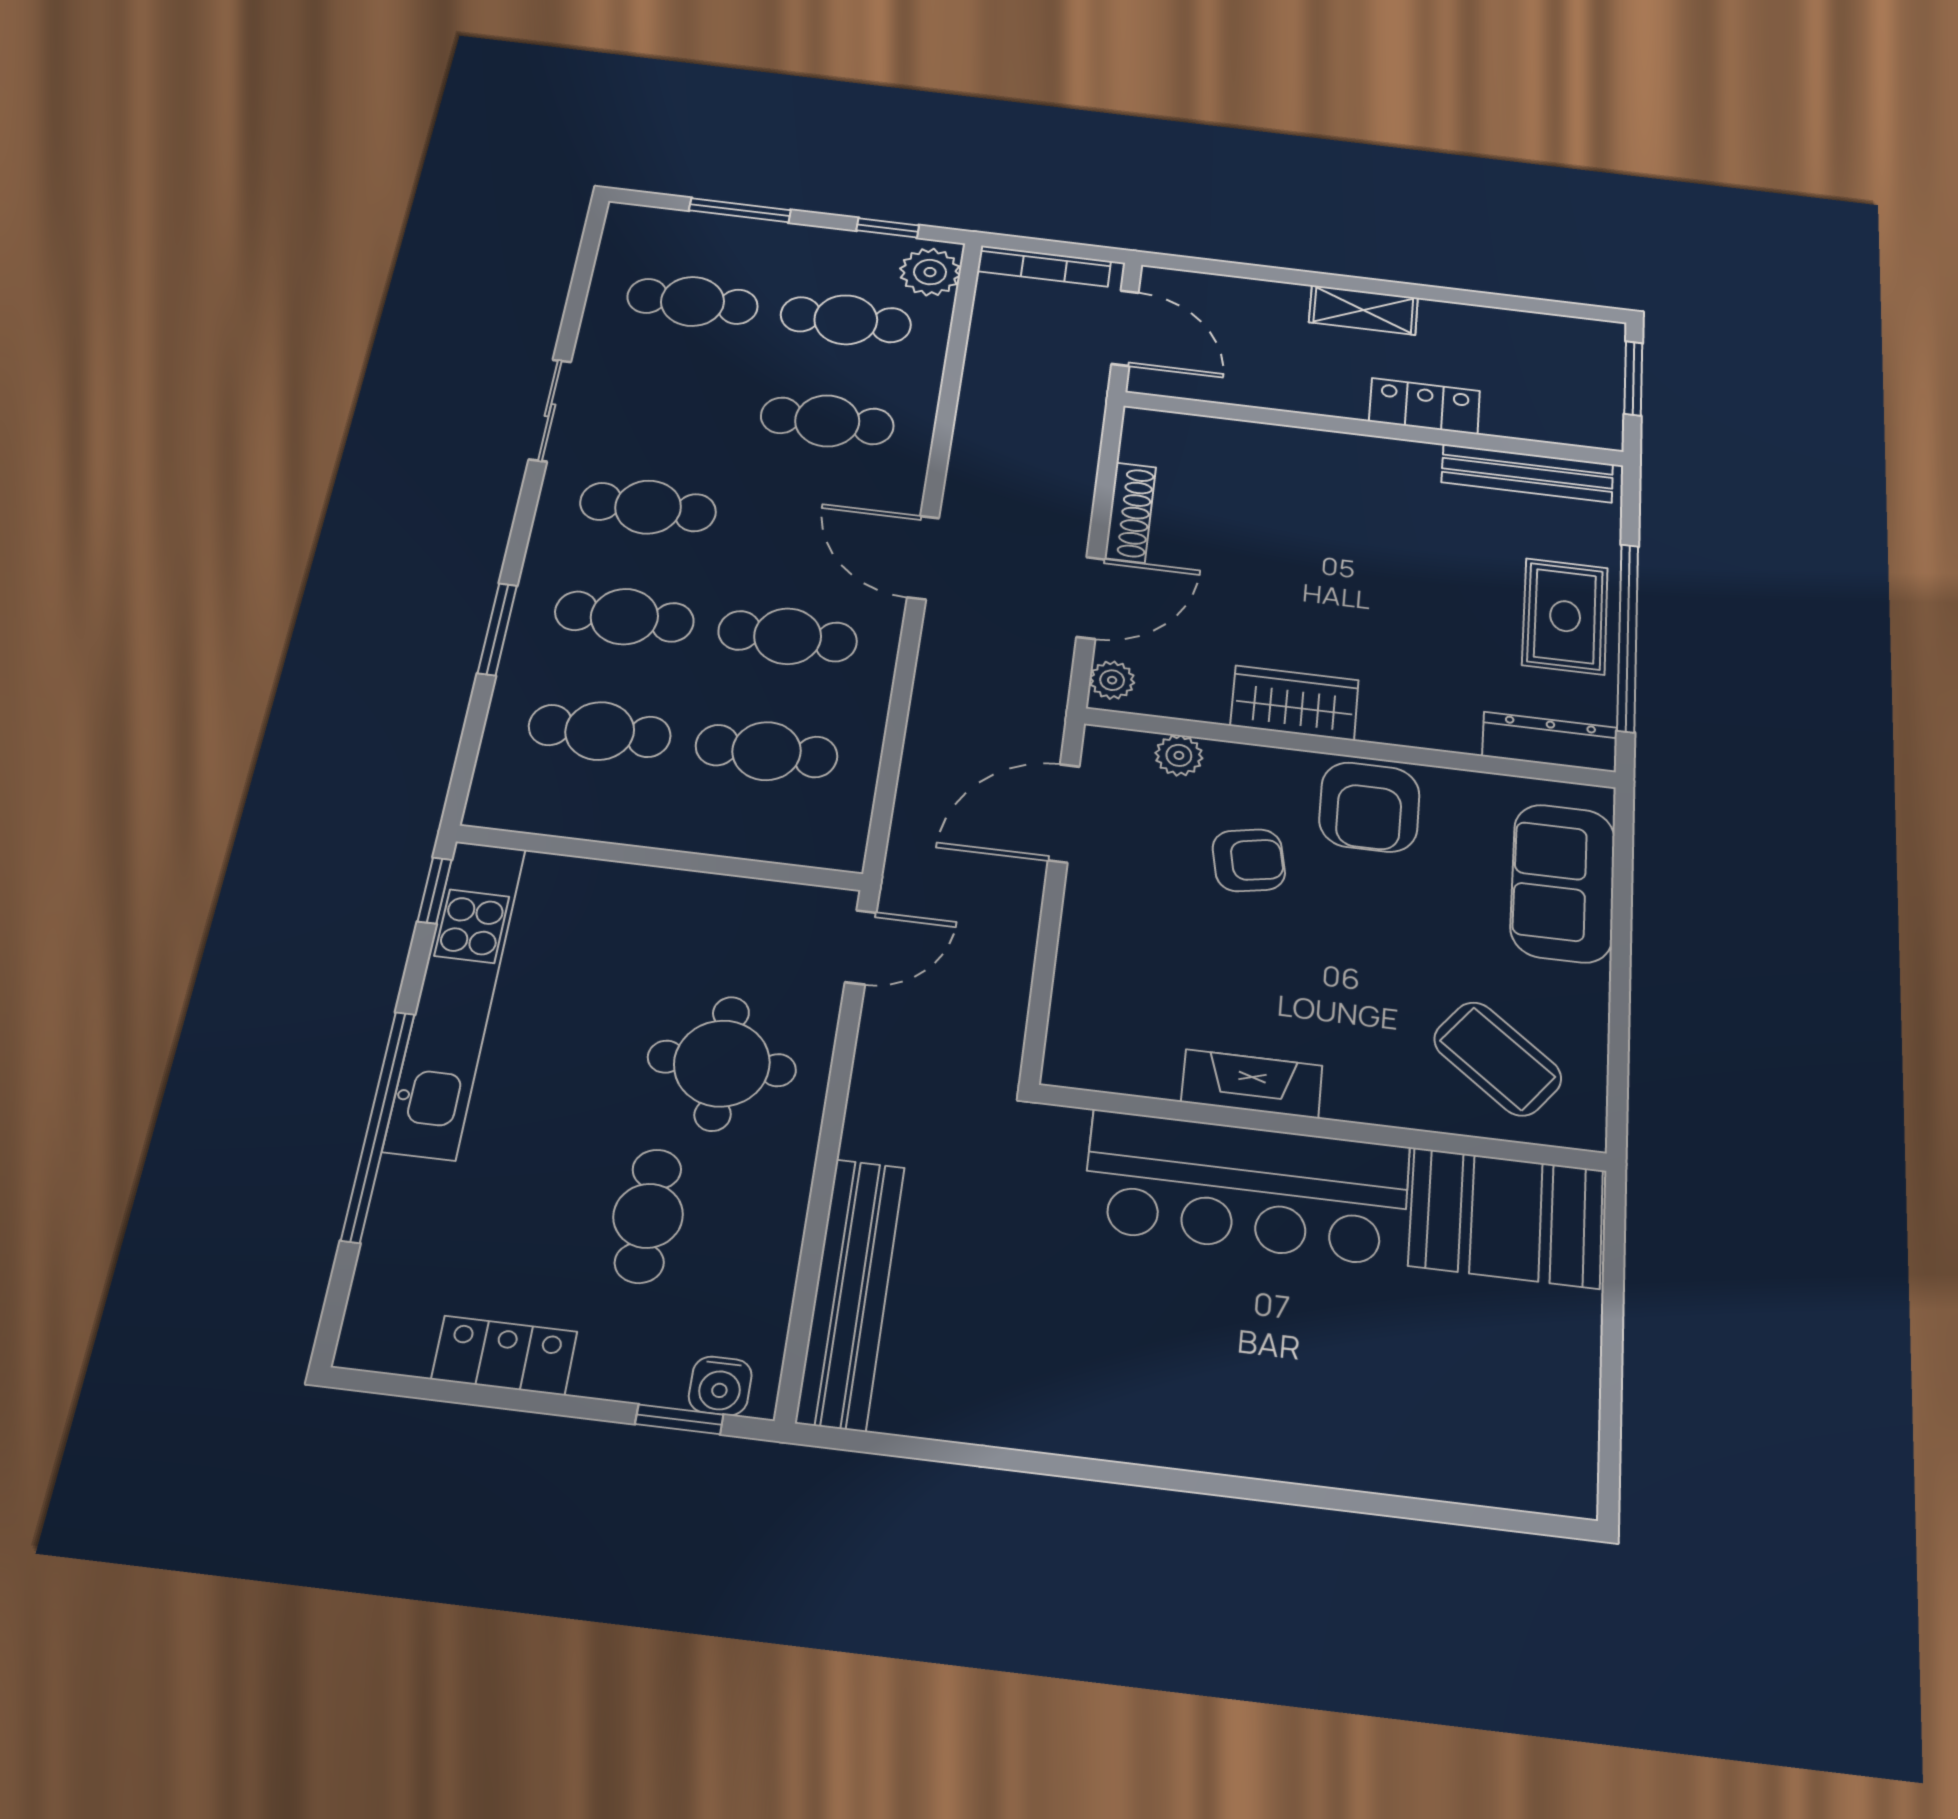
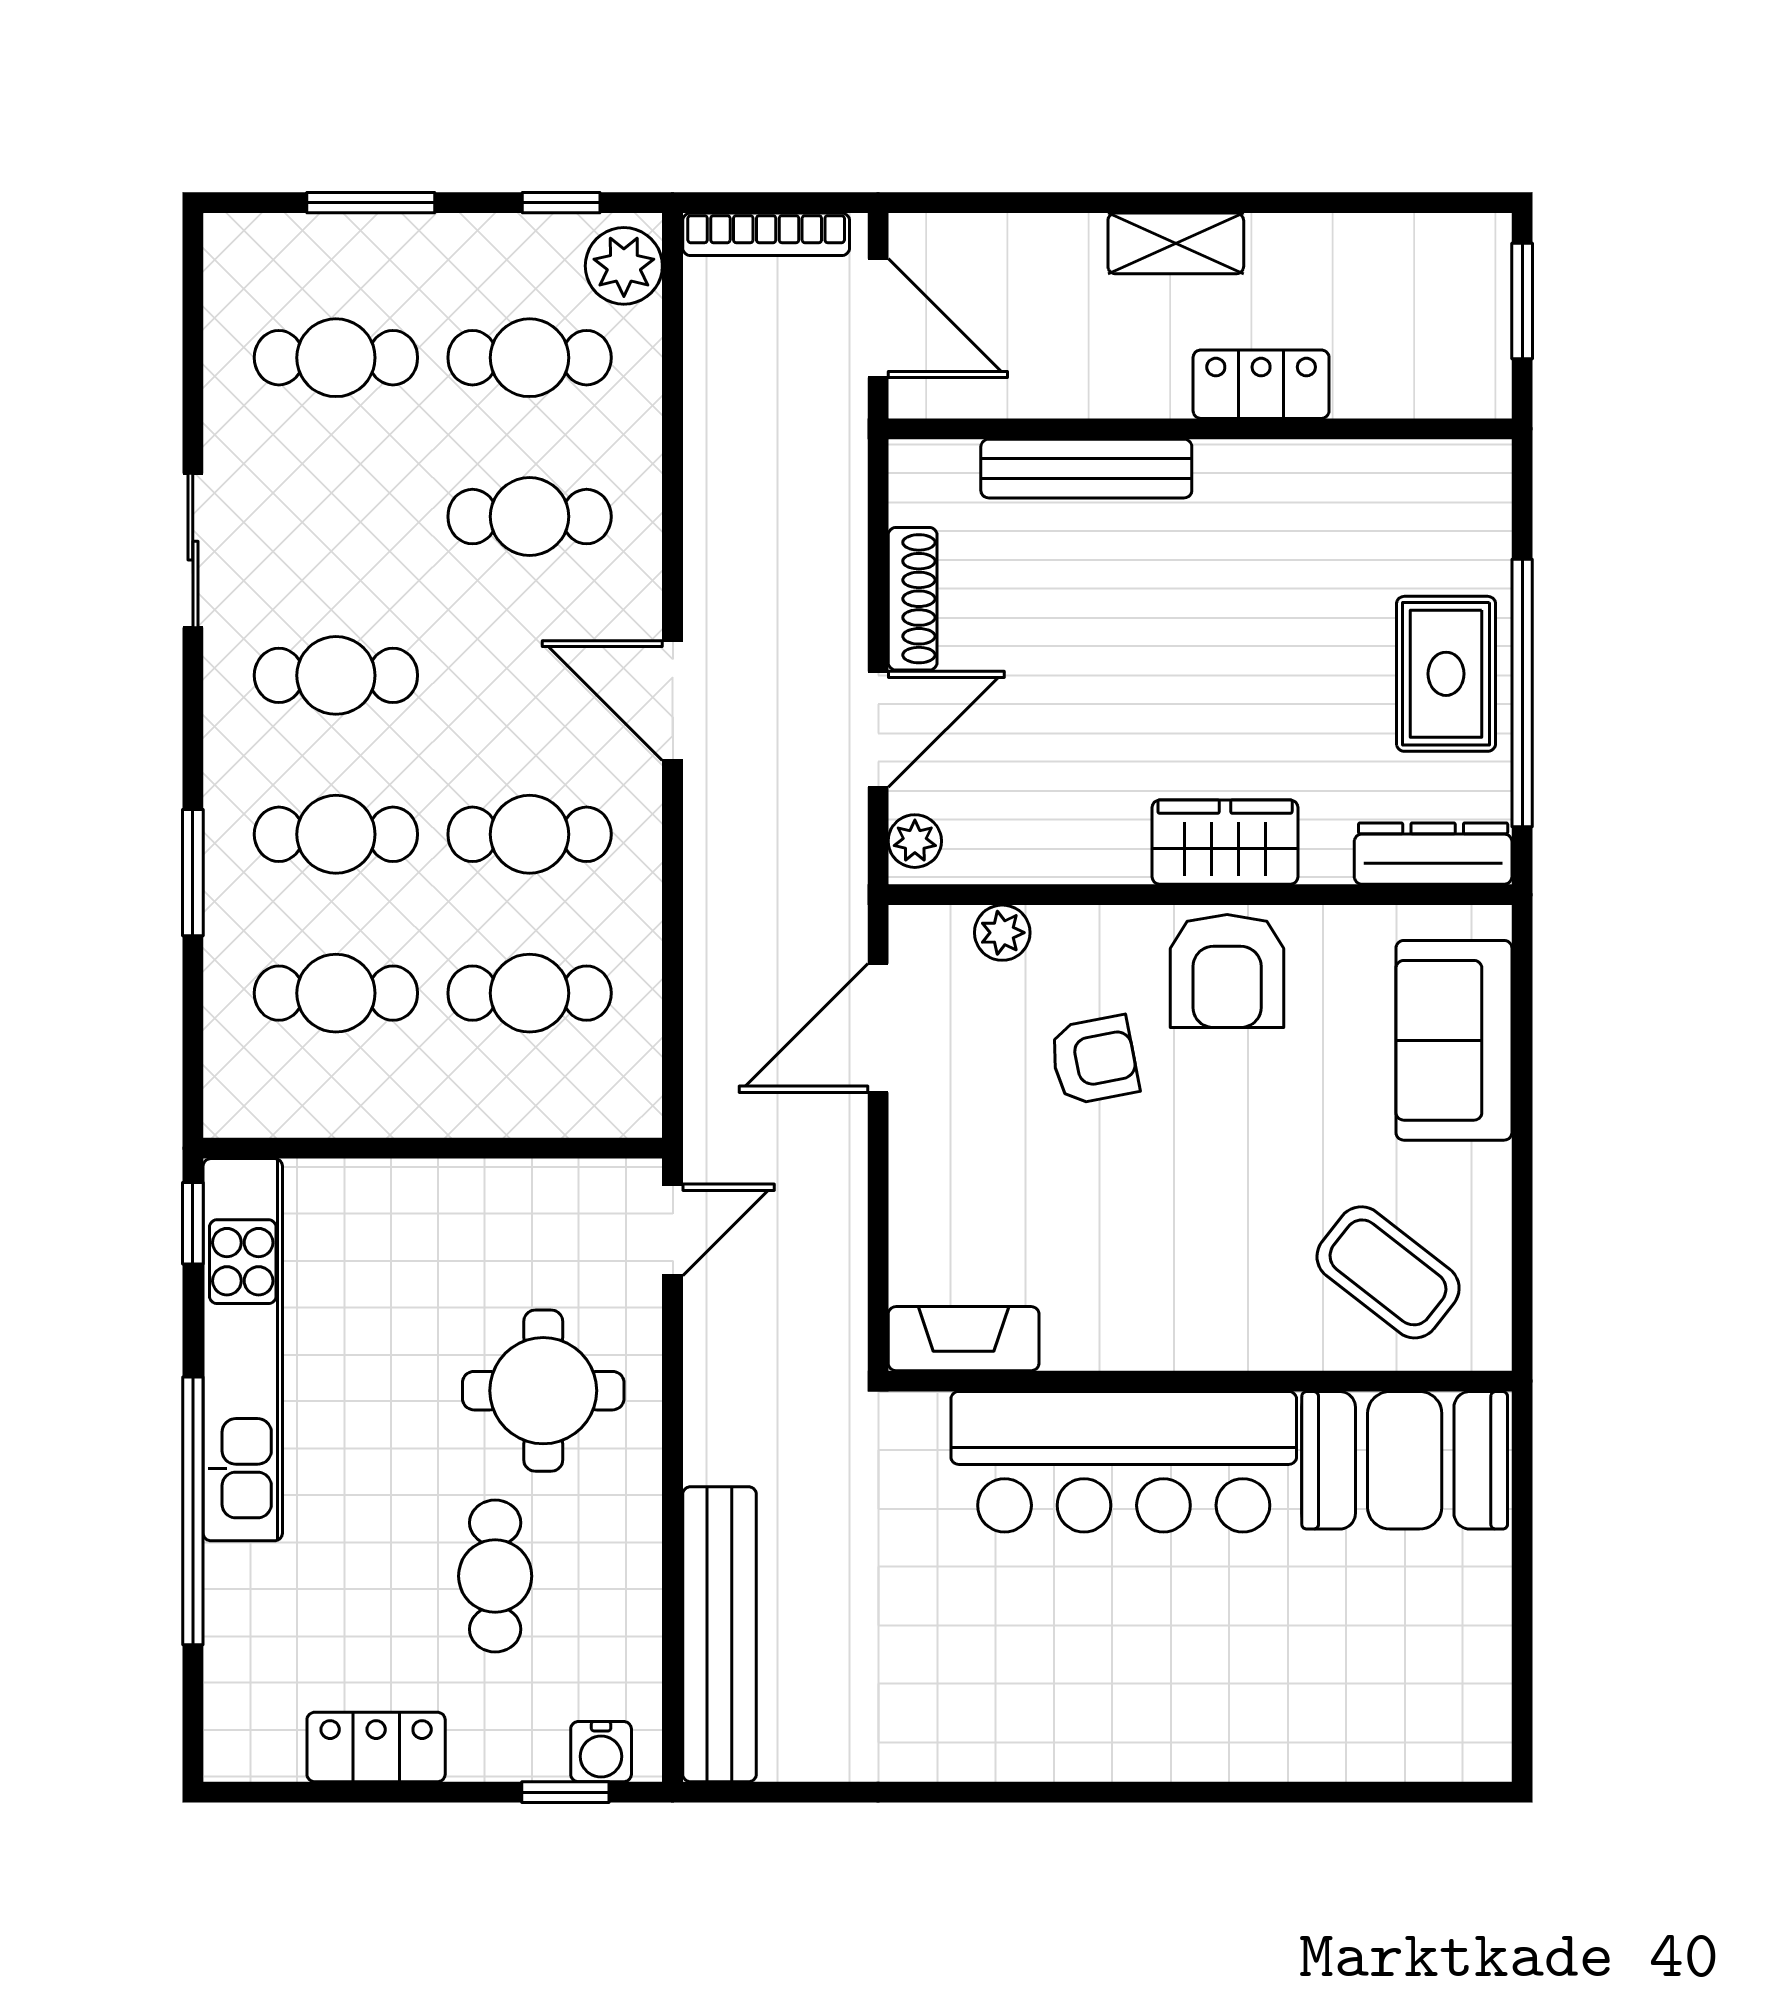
bench: (1527, 473) -> (1086, 469), moved
wardrobe: (1295, 703) -> (1225, 842), moved
fireplace: (1252, 1084) -> (964, 1339), moved

